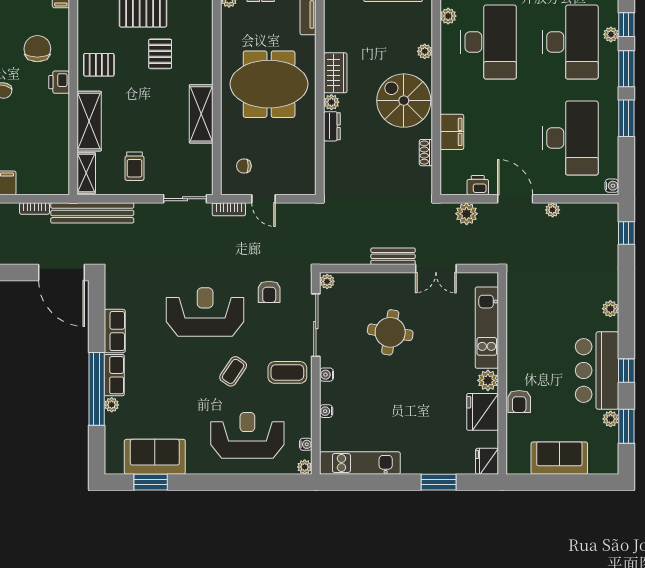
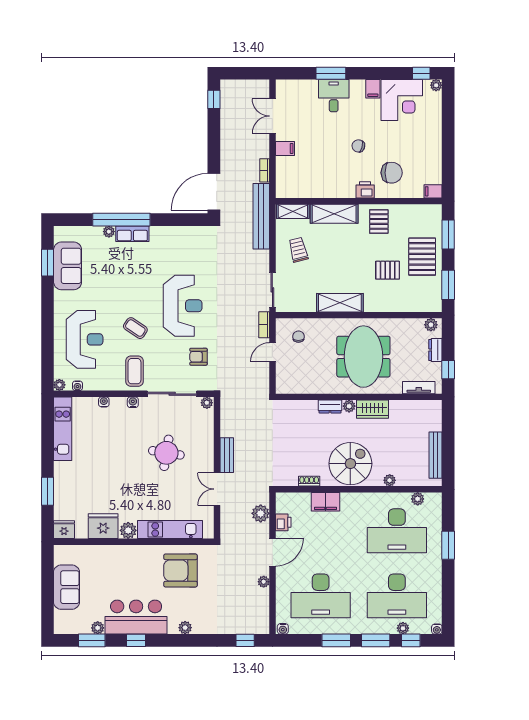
trolley: (135, 166) -> (298, 250), turned 76
row of seats: (115, 331) -> (167, 234), removed
armchair: (519, 401) -> (180, 570), moved, width x1.88, depth x1.88

